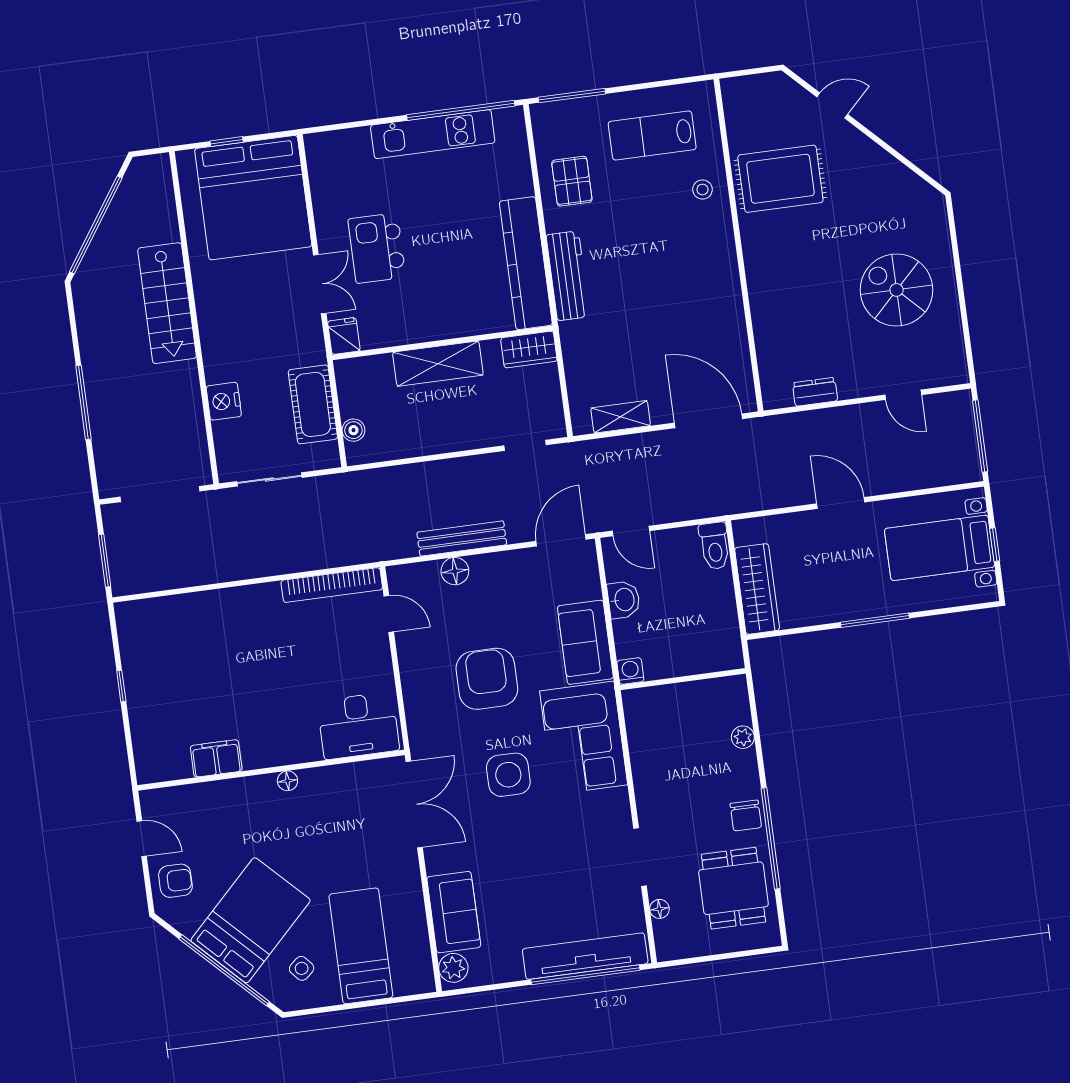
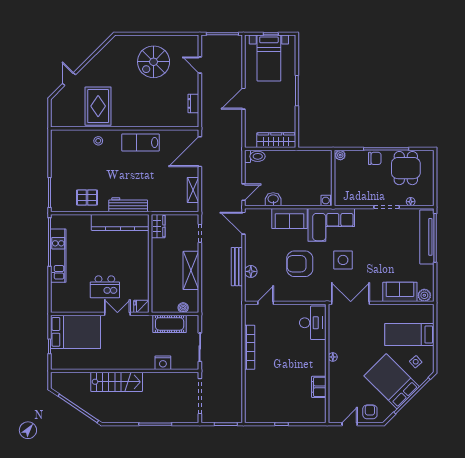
lab bench: (652, 136) -> (141, 143), moved, turned 90
bed: (253, 198) -> (76, 332), width x0.73
shelving: (438, 364) -> (191, 270), moved
door: (903, 395) -> (200, 65), swing flipped
bookcase: (332, 585) -> (250, 347), moved
washing machine: (630, 671) -> (327, 201), moved
wall: (683, 679) -> (333, 178), moved
dining table: (733, 888) -> (406, 168), turned 90

